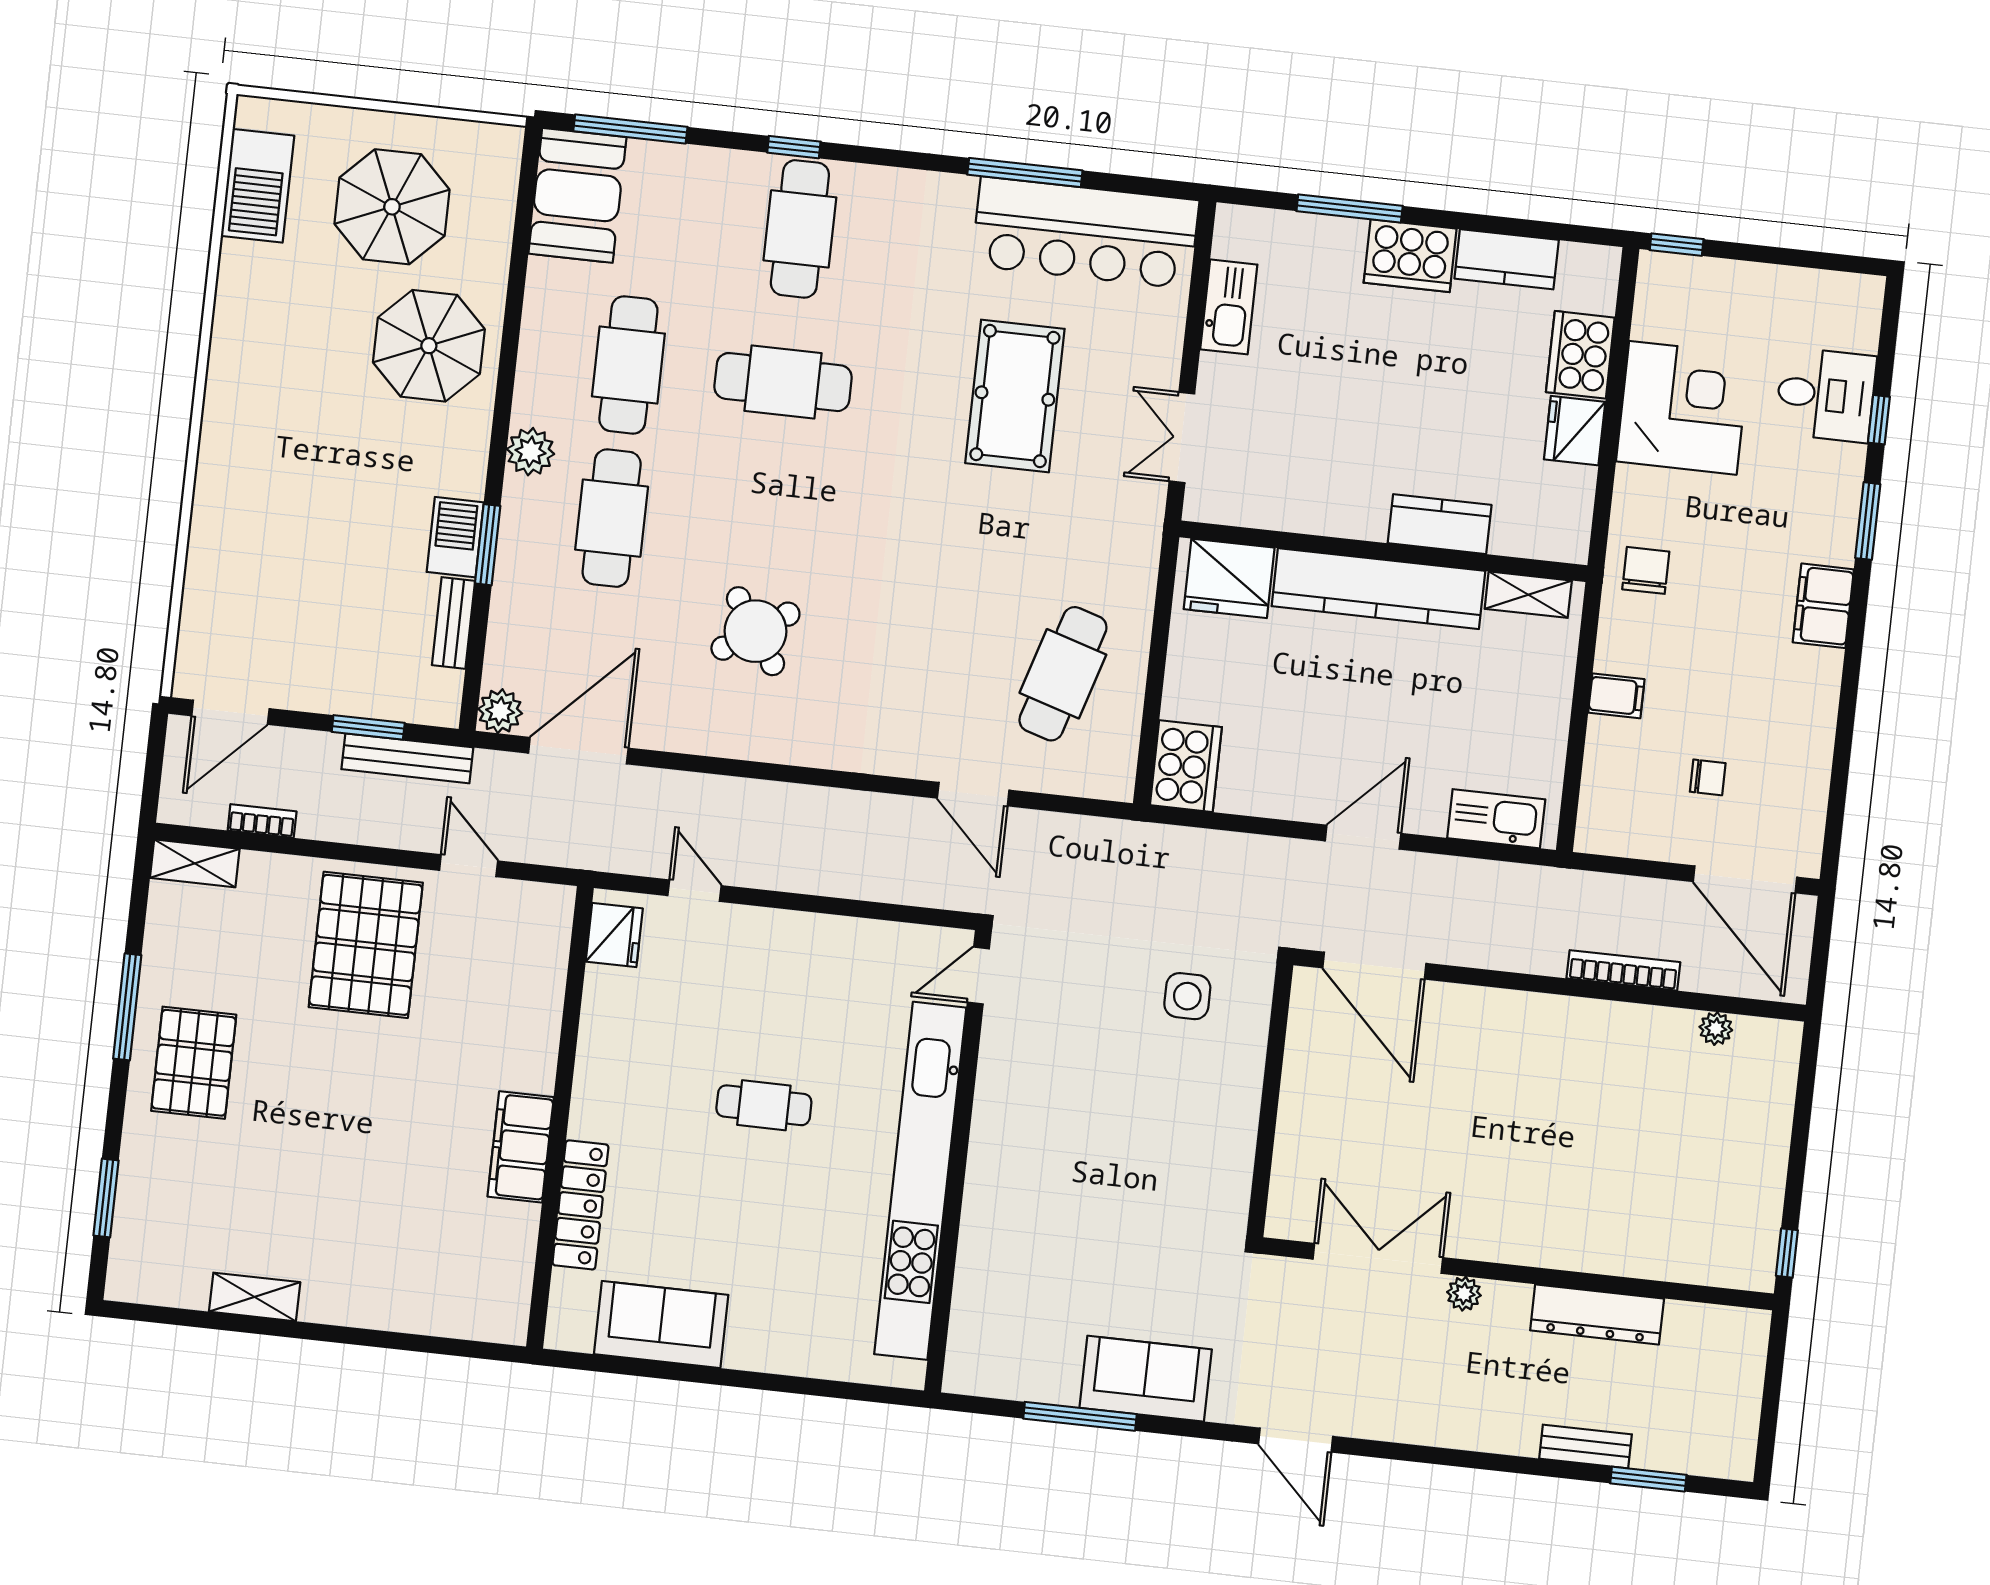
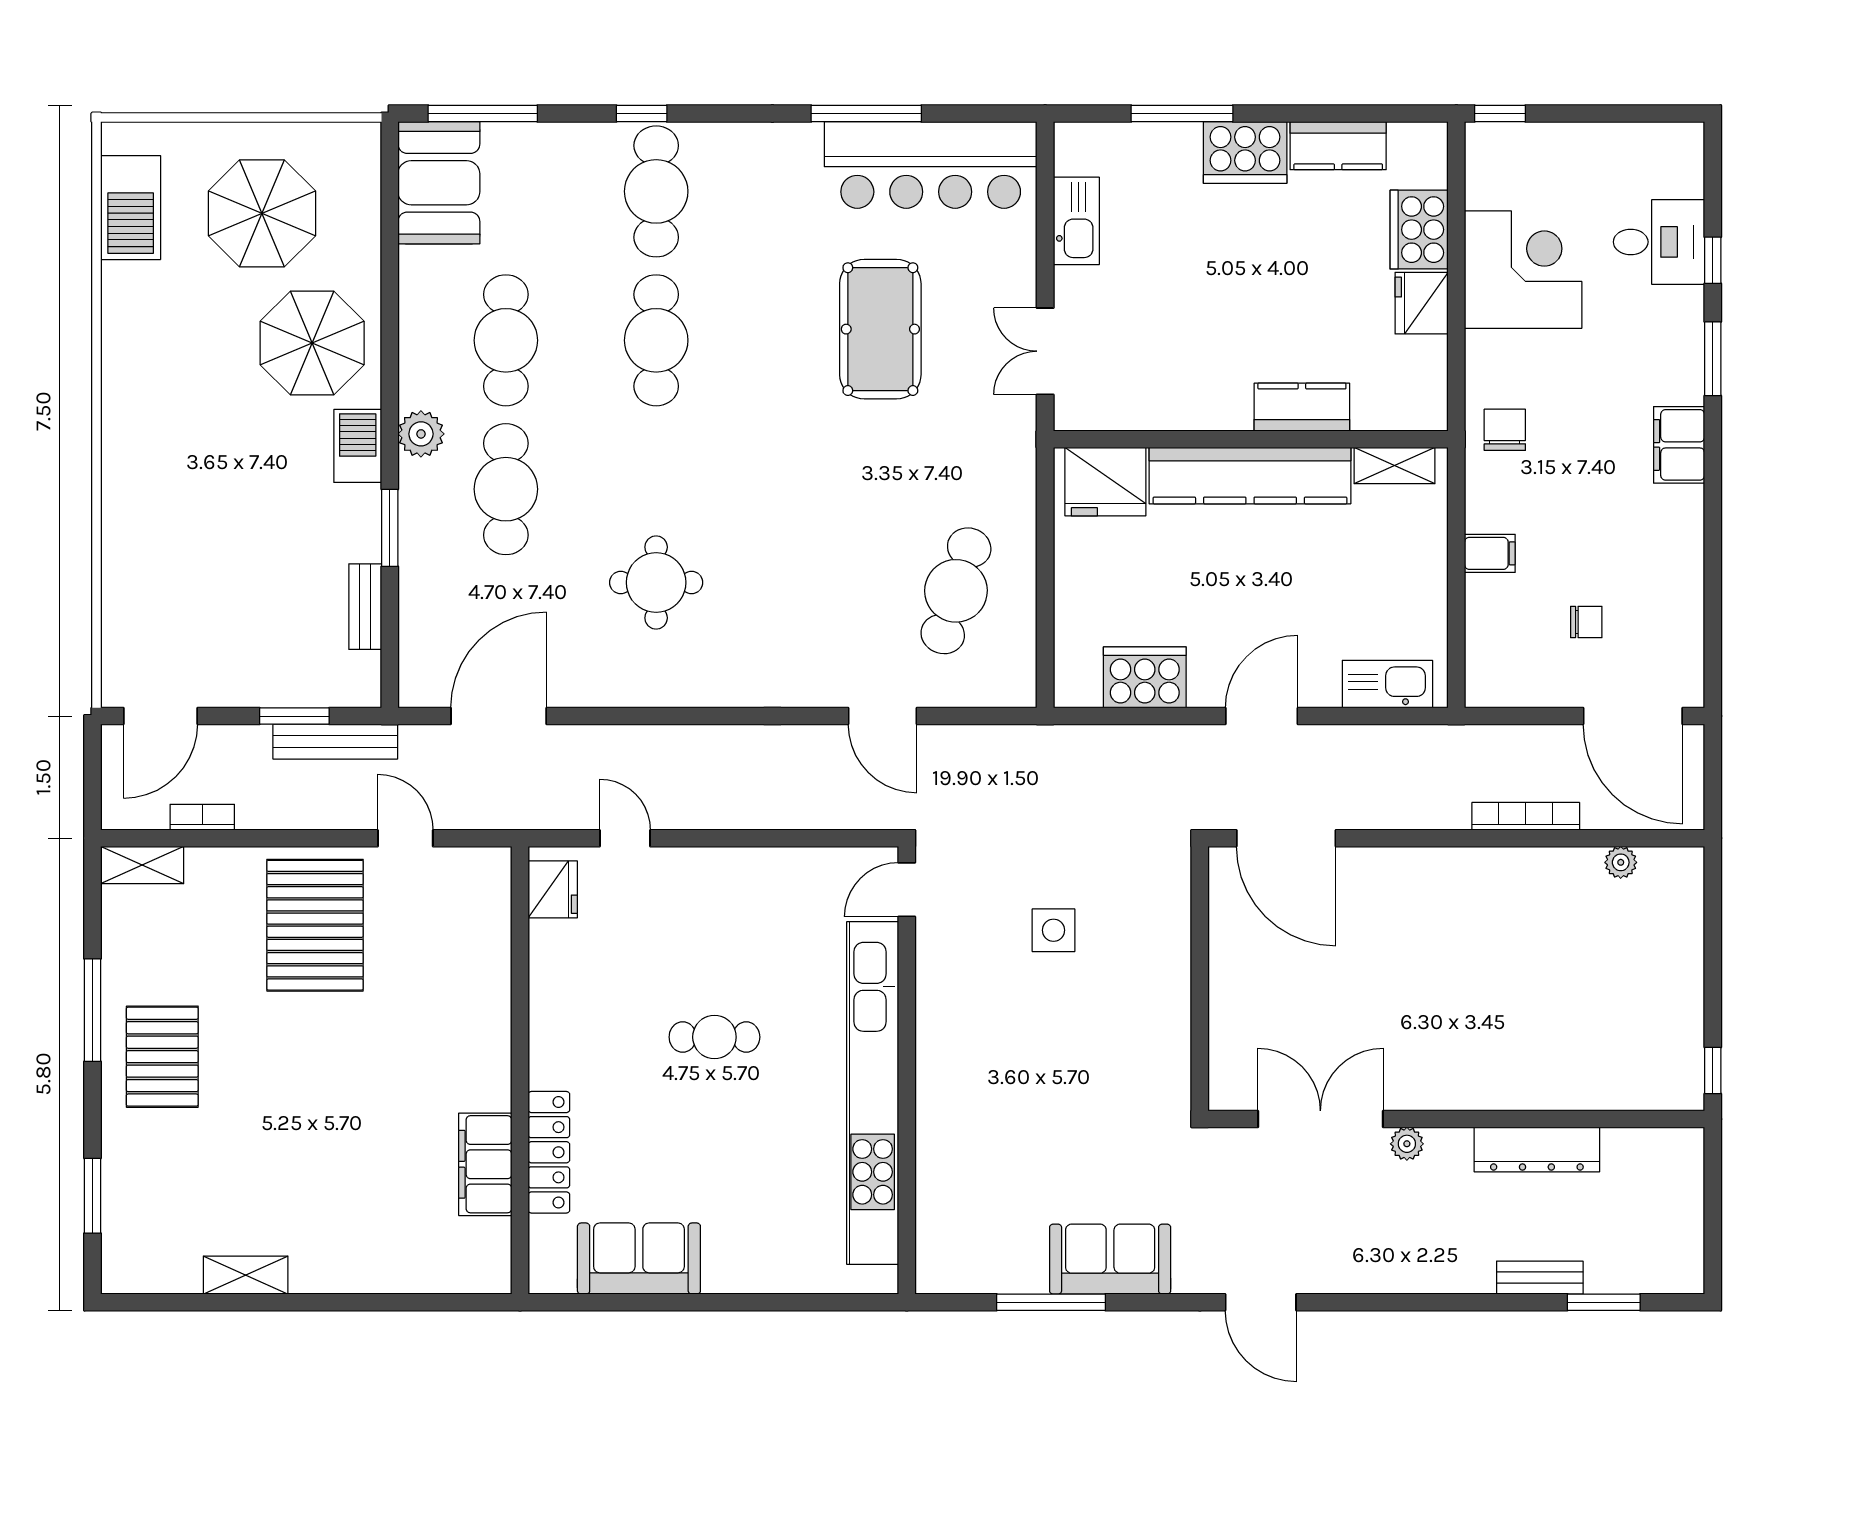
cafe table: (783, 382) -> (656, 340), turned 90
barbecue: (455, 537) -> (358, 446), moved
round table: (755, 631) -> (656, 582), turned 34
plant: (500, 711) -> (419, 686), removed
cooker: (1186, 766) -> (1145, 677), moved, turned -90
side table: (1187, 996) -> (1054, 930), moved
filing cabinet: (521, 1147) -> (485, 1164), moved

